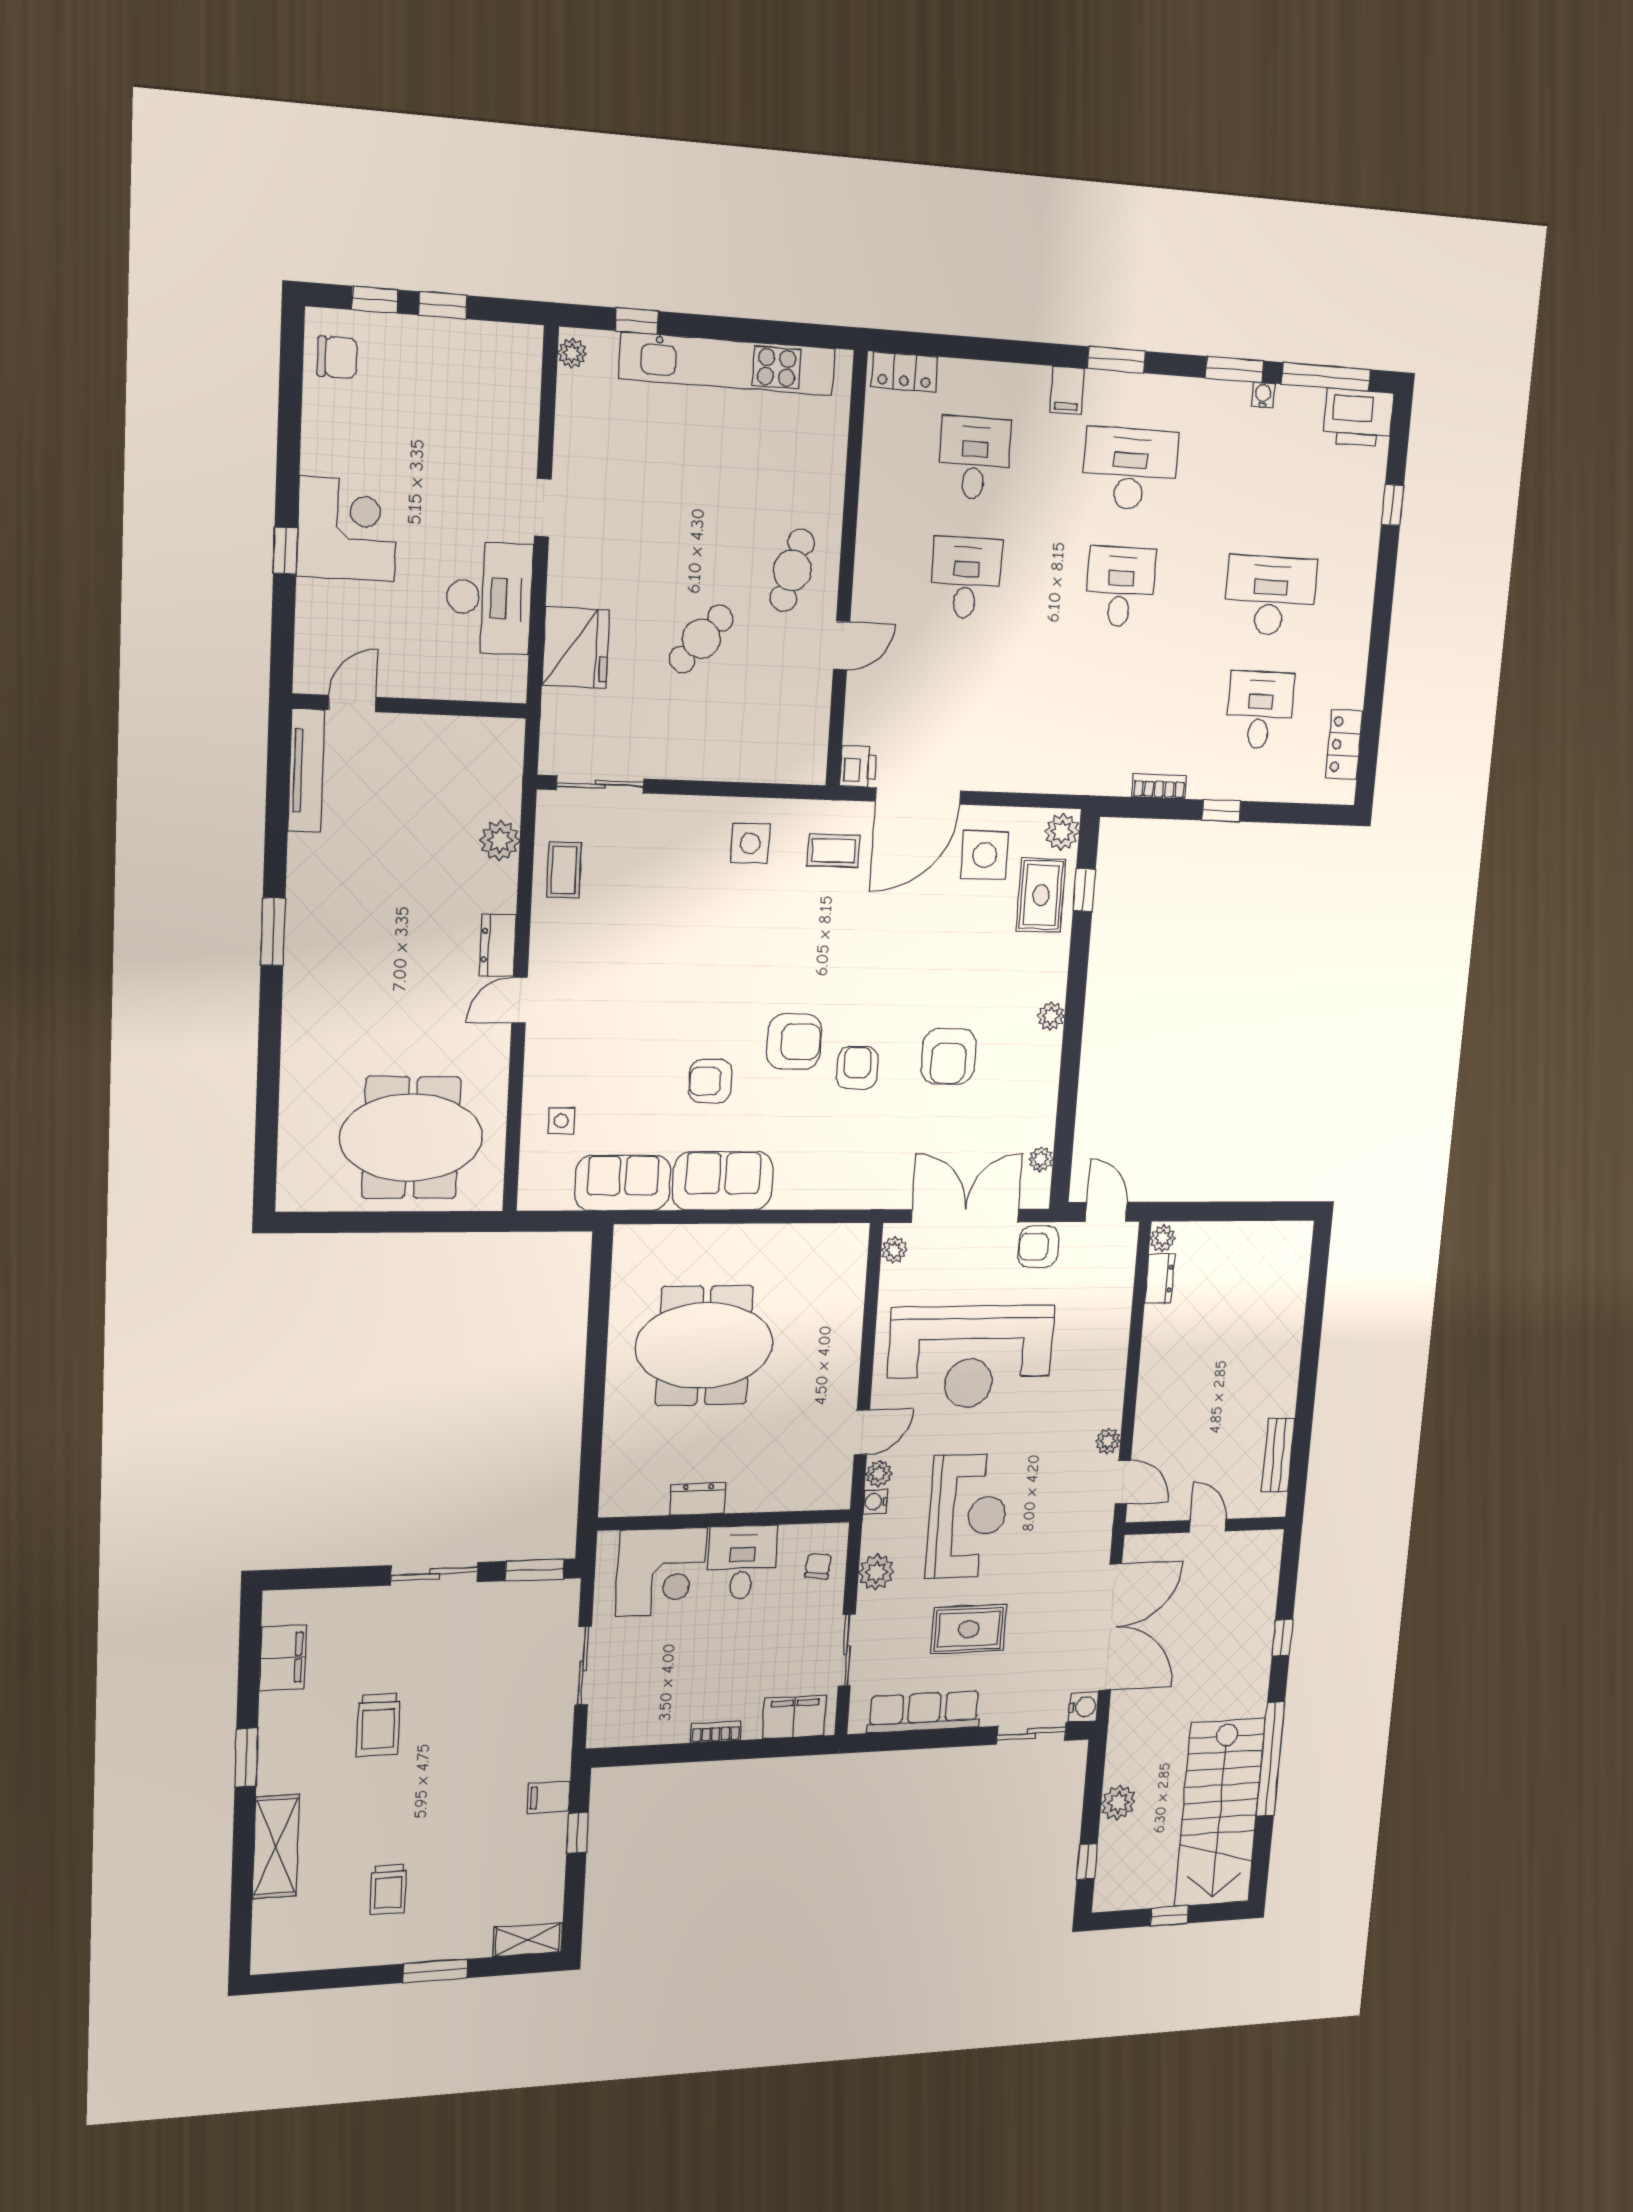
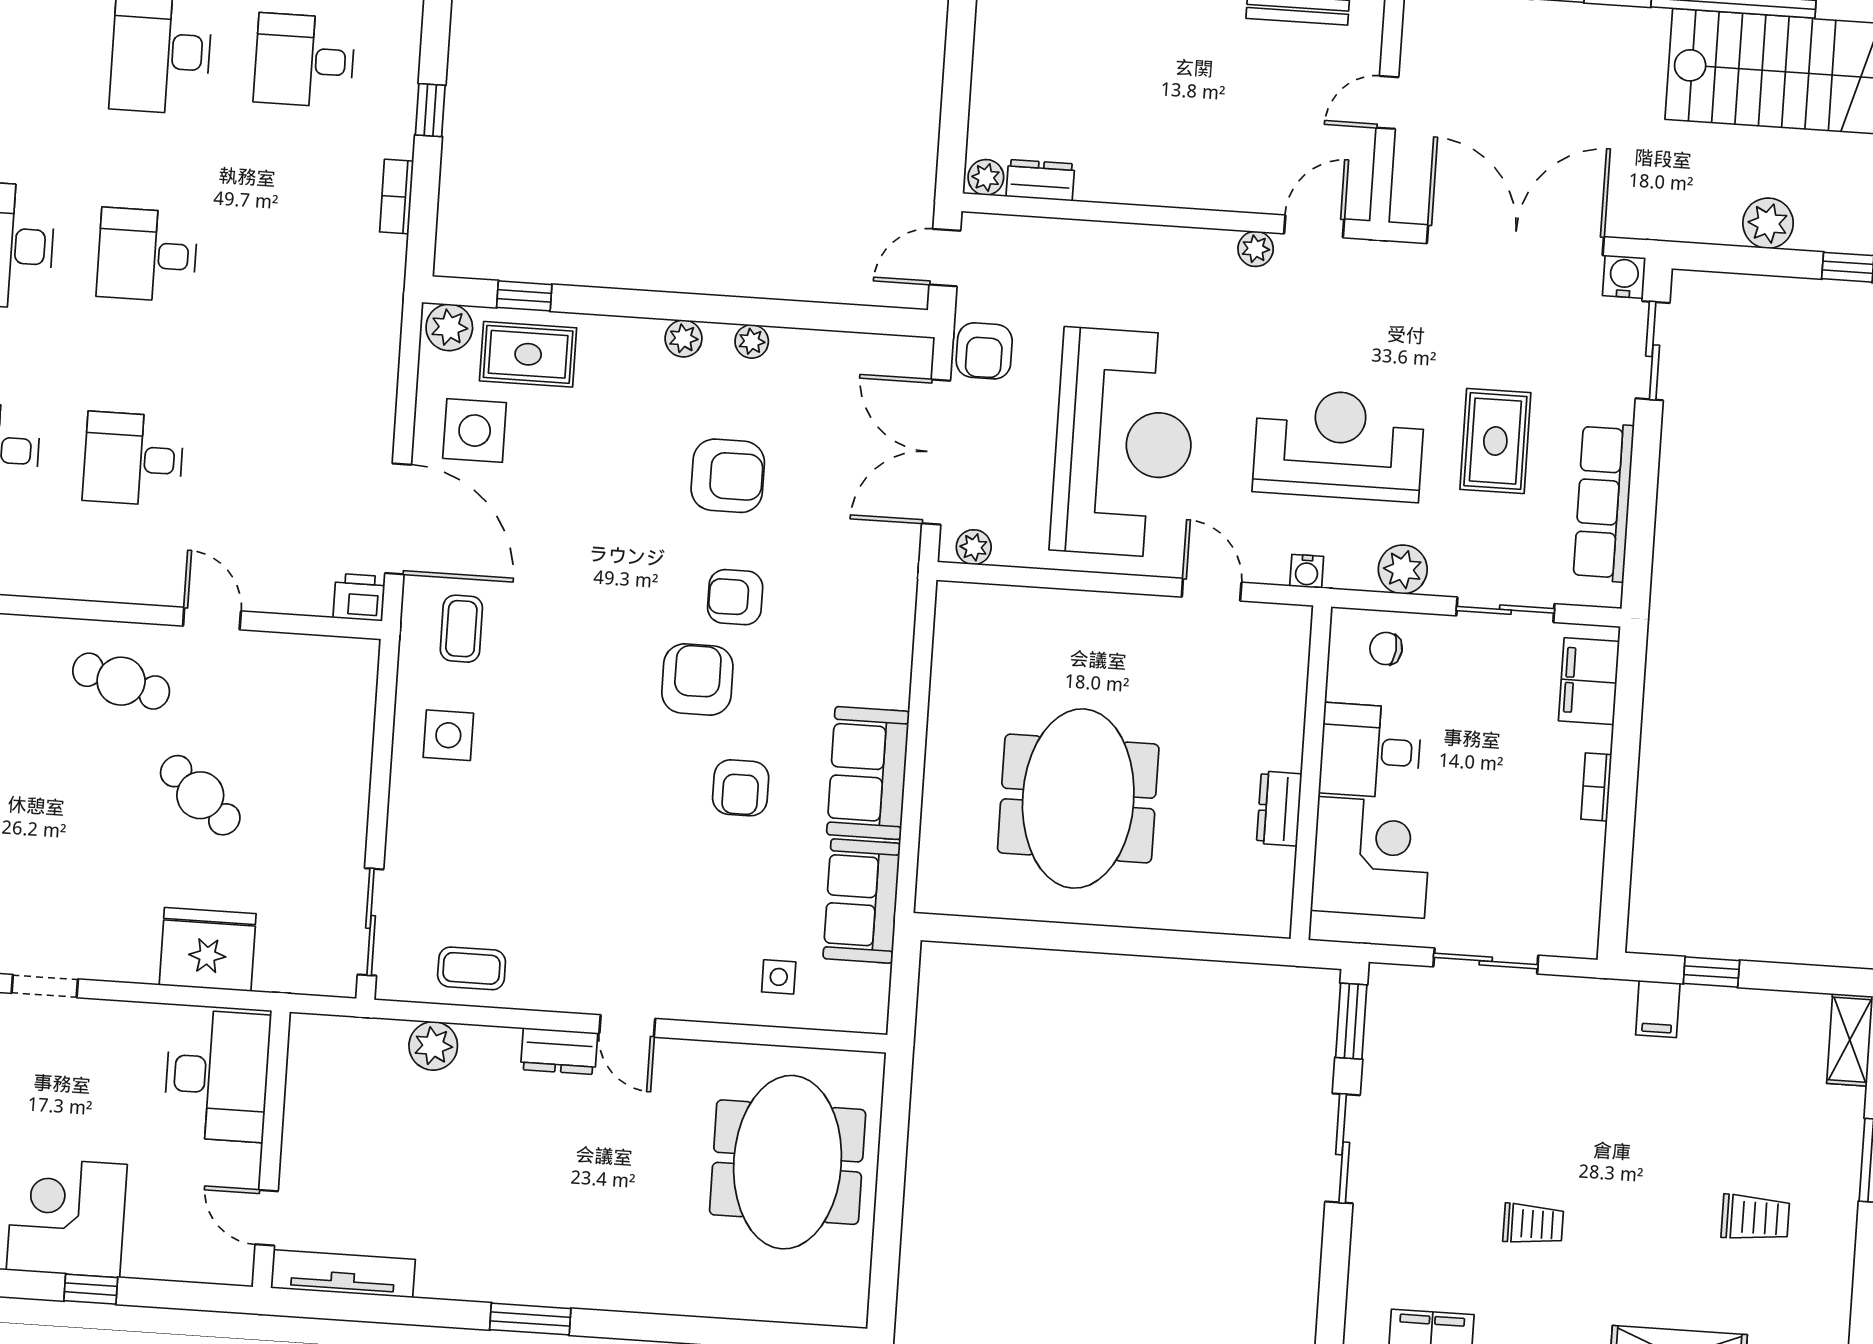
desk: (489, 598) -> (217, 1076), moved, turned 90
plant: (1041, 1159) -> (752, 341), moved
plant: (879, 1474) -> (1269, 567), removed
trolley: (378, 1725) -> (1533, 1224), width x0.73, depth x0.72

